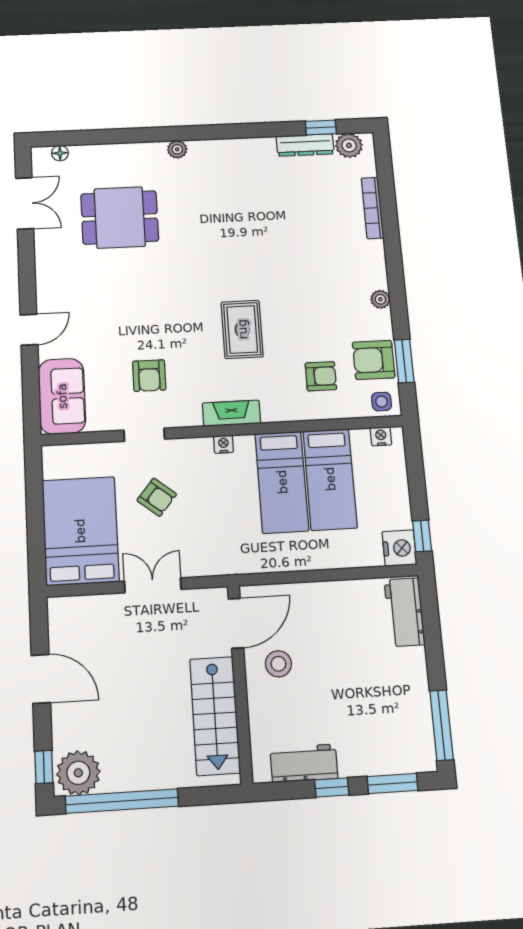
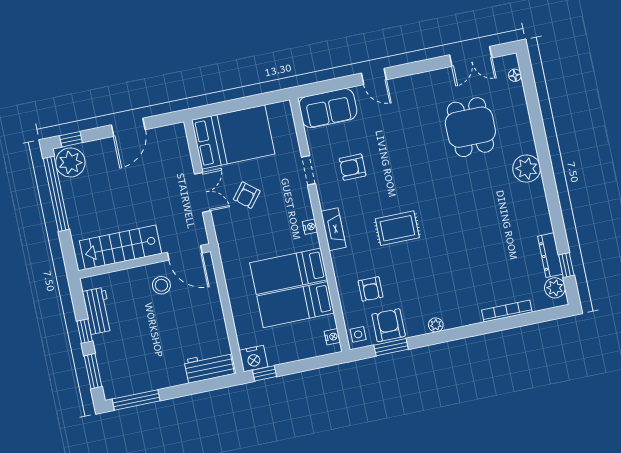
plant: (177, 149) -> (527, 169), width x1.88, depth x1.88
armchair: (157, 497) -> (247, 195), moved

